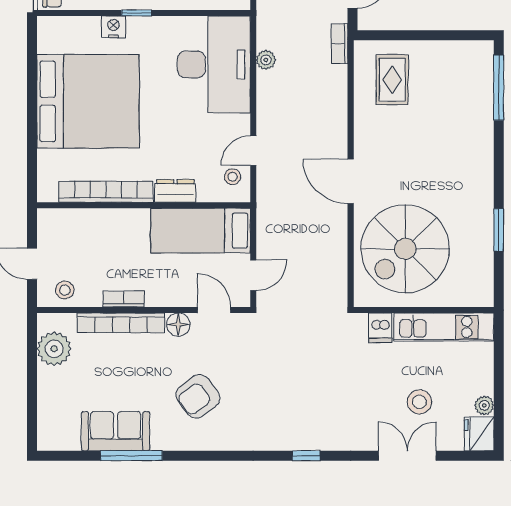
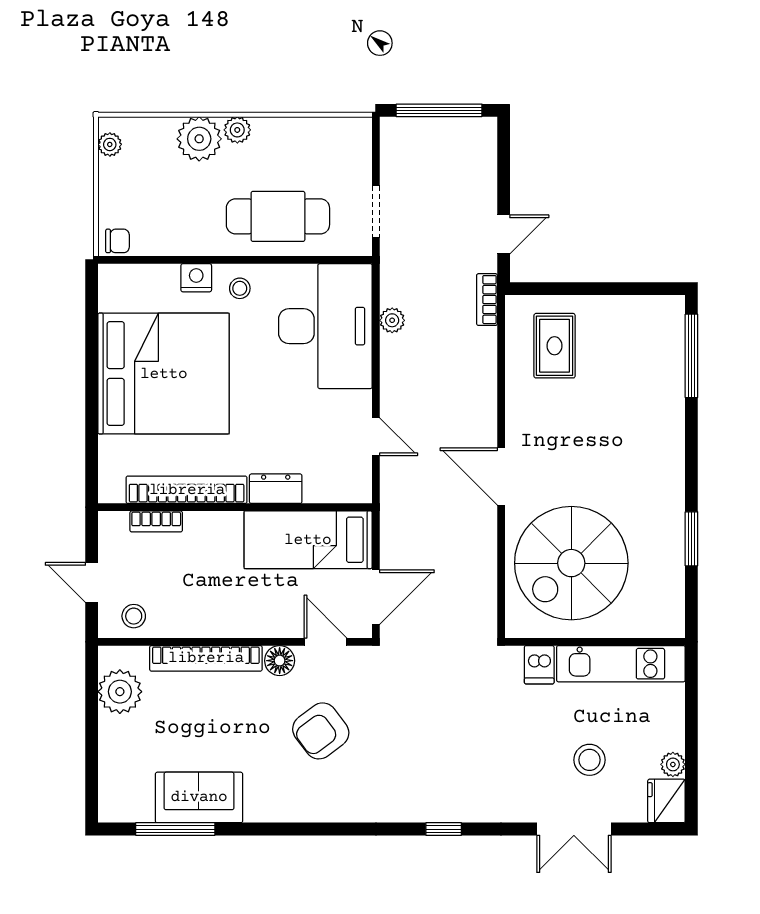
window: (137, 13) -> (226, 260), removed
door: (253, 151) -> (376, 437), swing flipped
stool: (233, 177) -> (240, 288), moved
door: (253, 275) -> (376, 597), width x1.38
bookcase: (124, 299) -> (156, 521), moved, turned 180
armchair: (198, 396) -> (321, 731), moved
window: (131, 456) -> (175, 829), moved
double door: (407, 456) -> (574, 829), swing flipped

